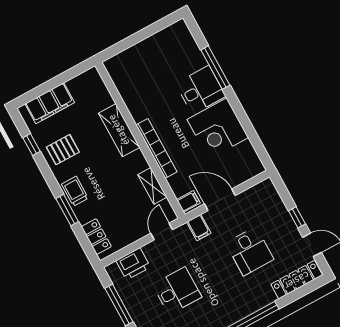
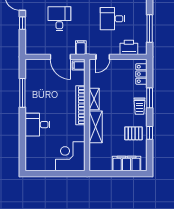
window: (215, 68) -> (22, 93), moved
corner desk: (218, 128) -> (70, 156), moved, turned -90
window: (31, 145) -> (150, 133), moved
shelving: (152, 186) -> (94, 99), moved

